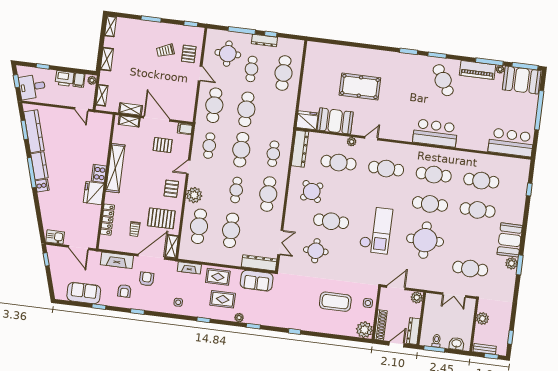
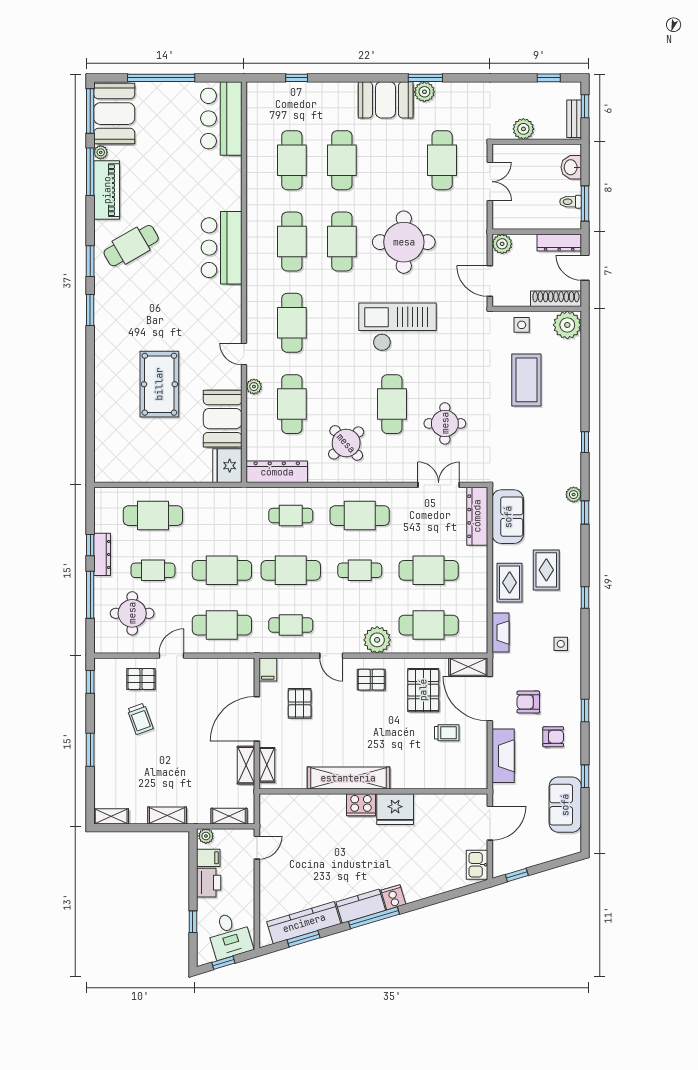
locker: (107, 220) -> (437, 780), removed
plant: (239, 318) -> (574, 495), moved

